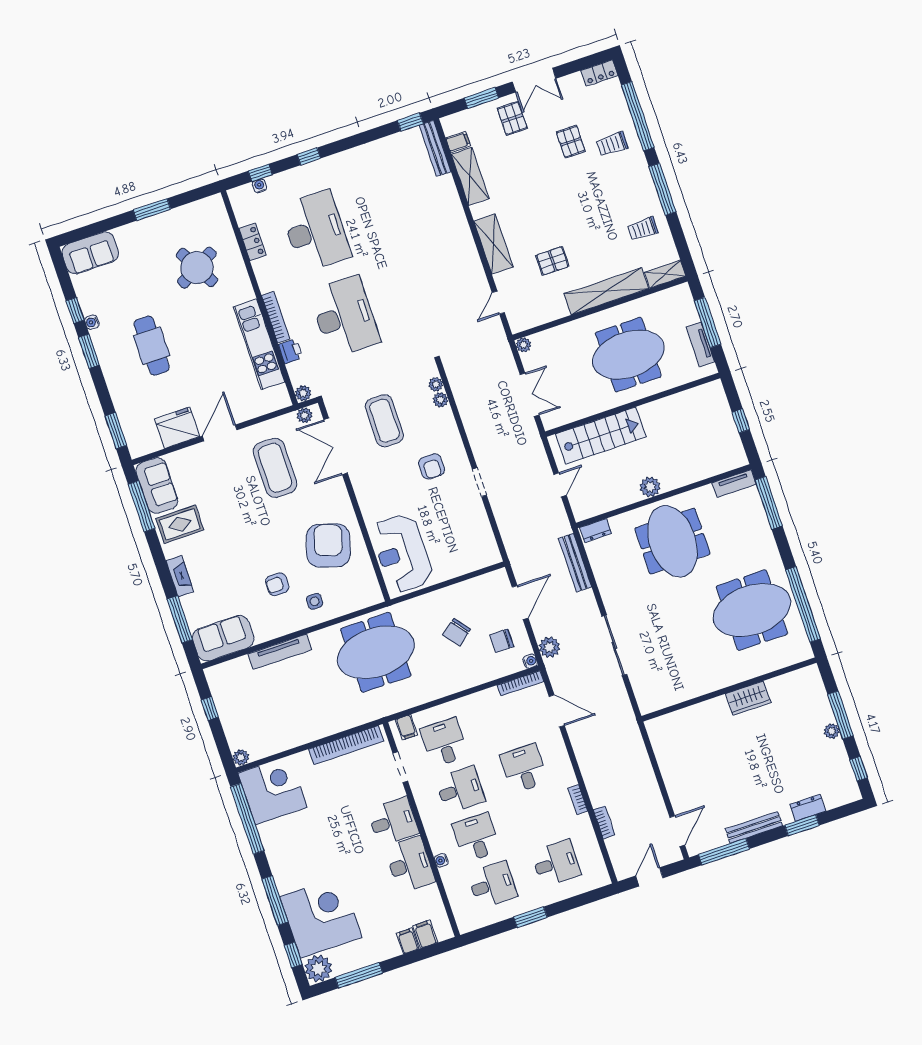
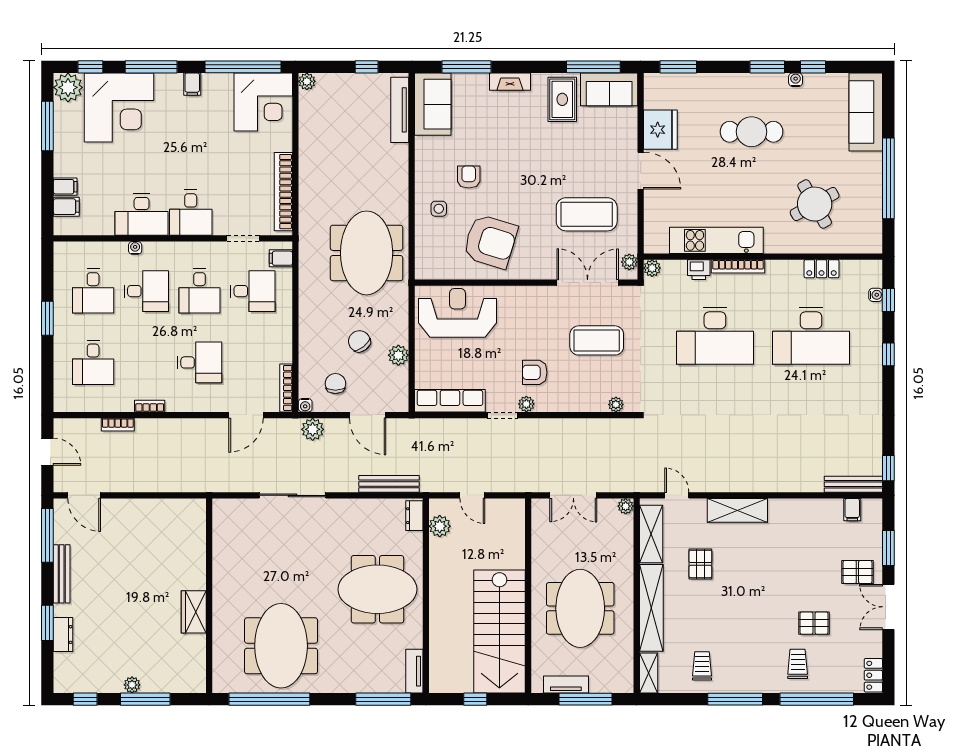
shelving: (470, 176) -> (651, 534), moved, turned 90
window: (152, 210) -> (888, 178), width x2.11
sofa: (90, 253) -> (866, 112), width x1.36
plant: (441, 400) -> (526, 404), moved
stairs: (601, 436) -> (499, 631), moved, width x1.36, depth x1.51
plant: (650, 487) -> (440, 526), moved
row of seats: (482, 533) -> (450, 401), added
plant: (457, 593) -> (398, 355), added
tv unit: (280, 652) -> (400, 110), moved
filing cabinet: (278, 859) -> (192, 84), added

